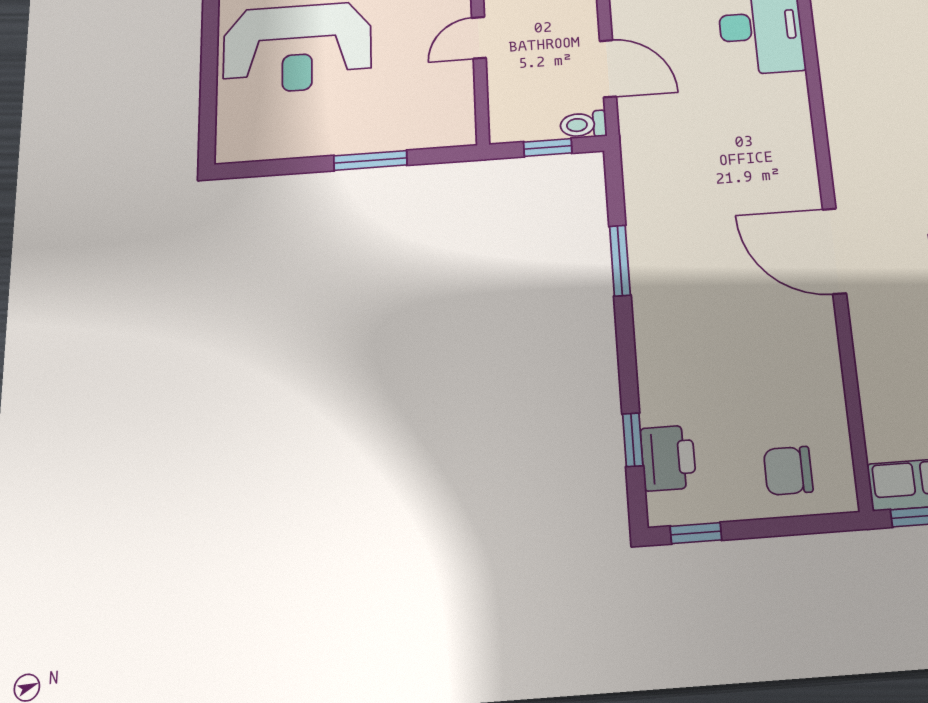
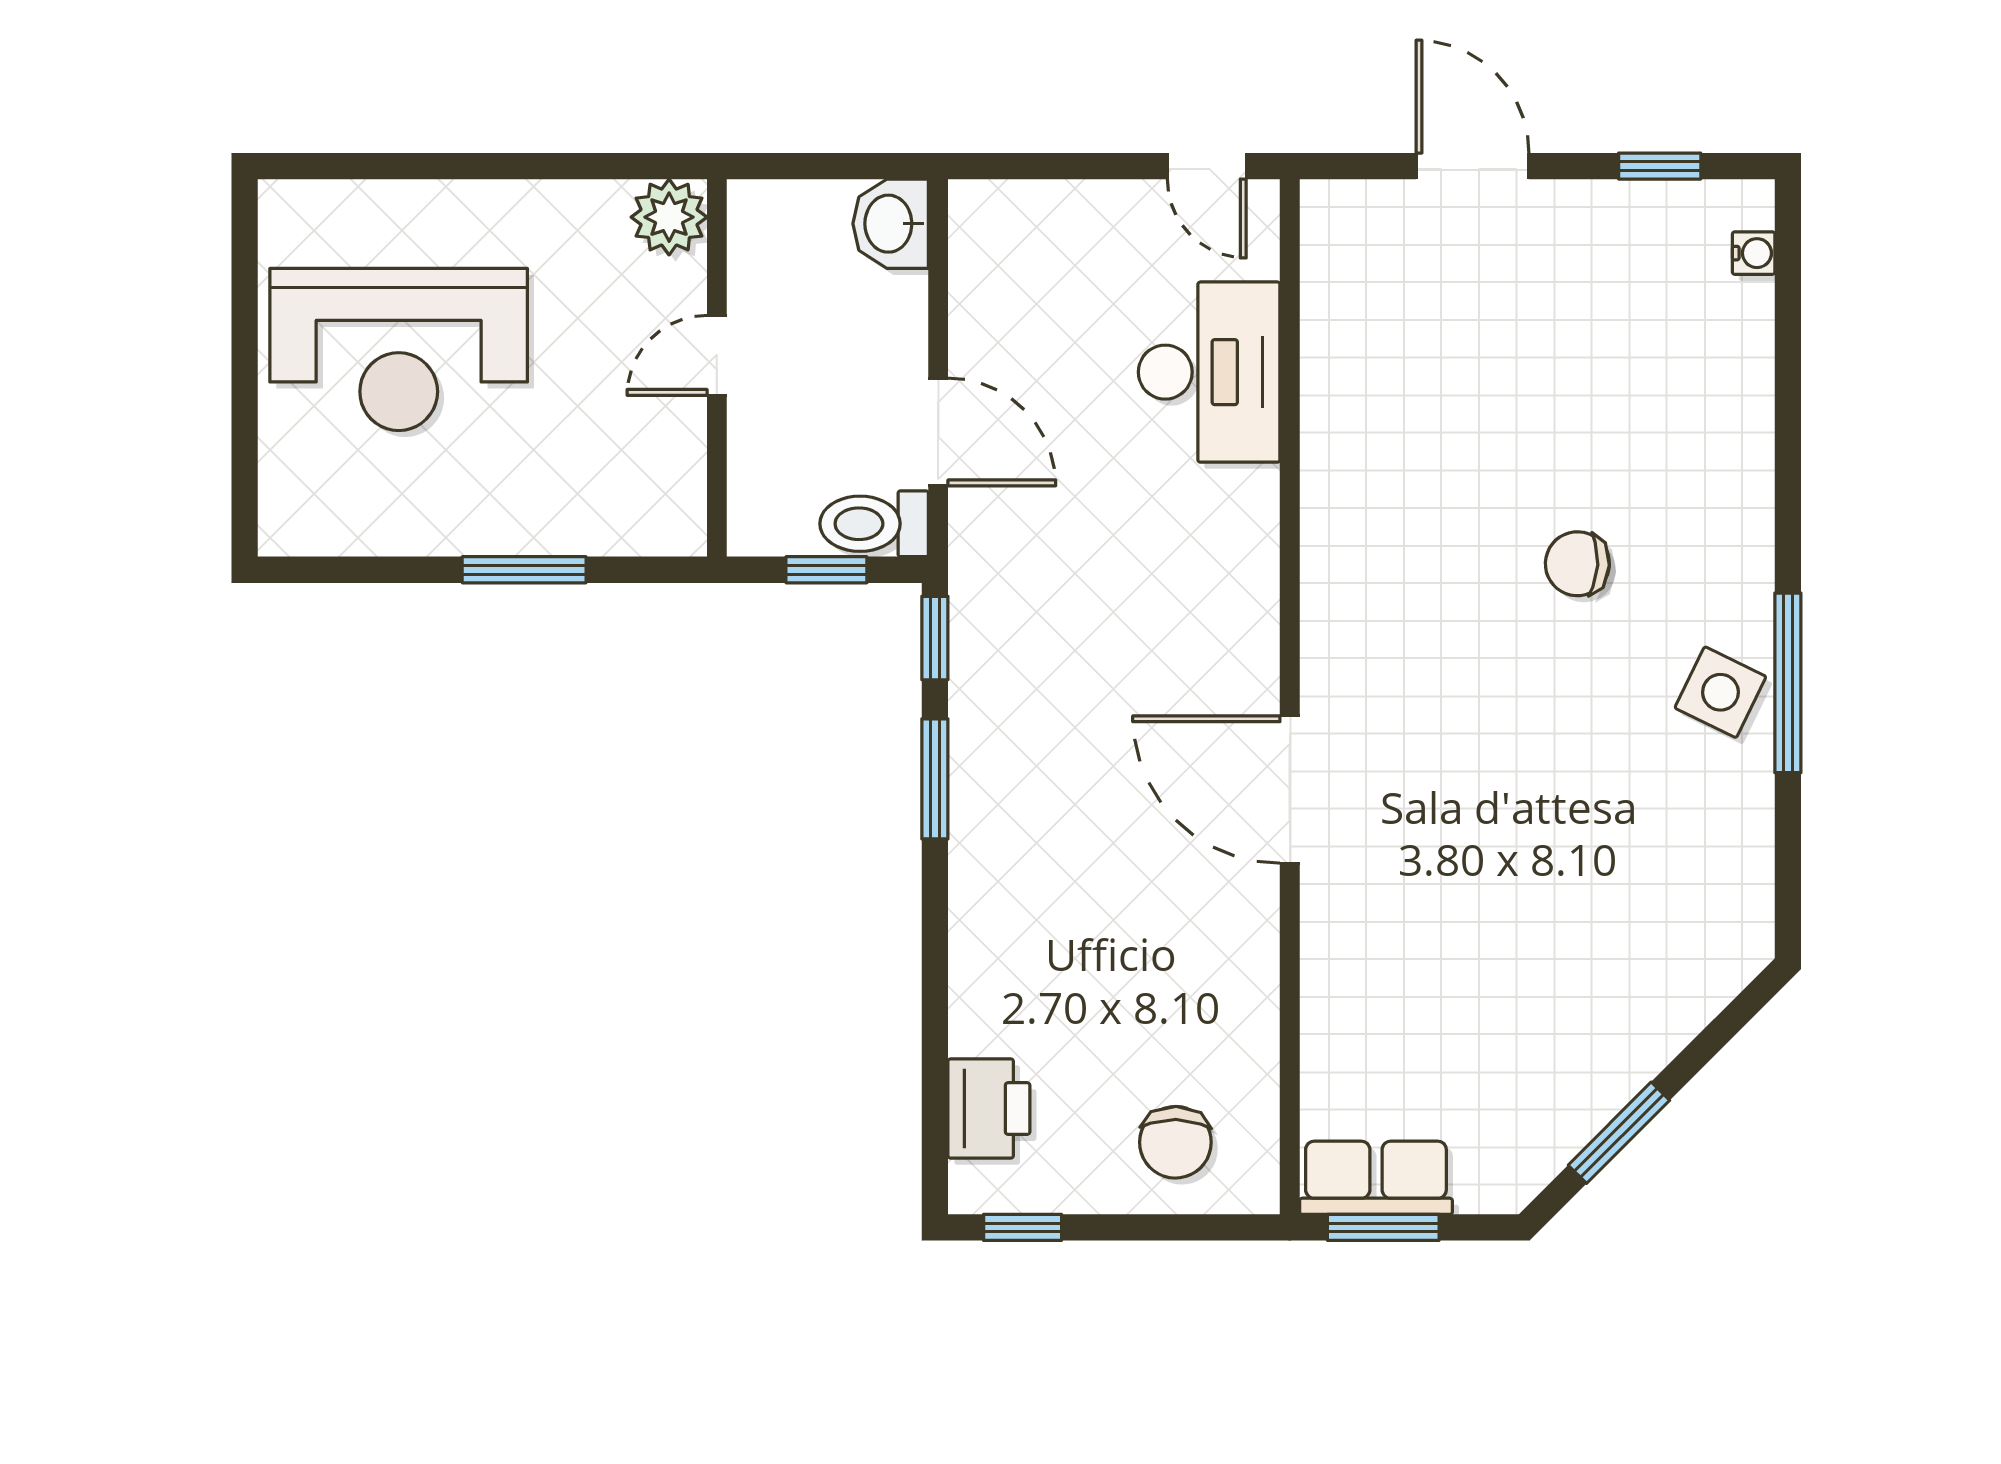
toilet: (583, 125) -> (874, 524), width x1.37, depth x1.39
window: (633, 440) -> (935, 638), moved
chair: (788, 471) -> (1175, 1142), turned -89

